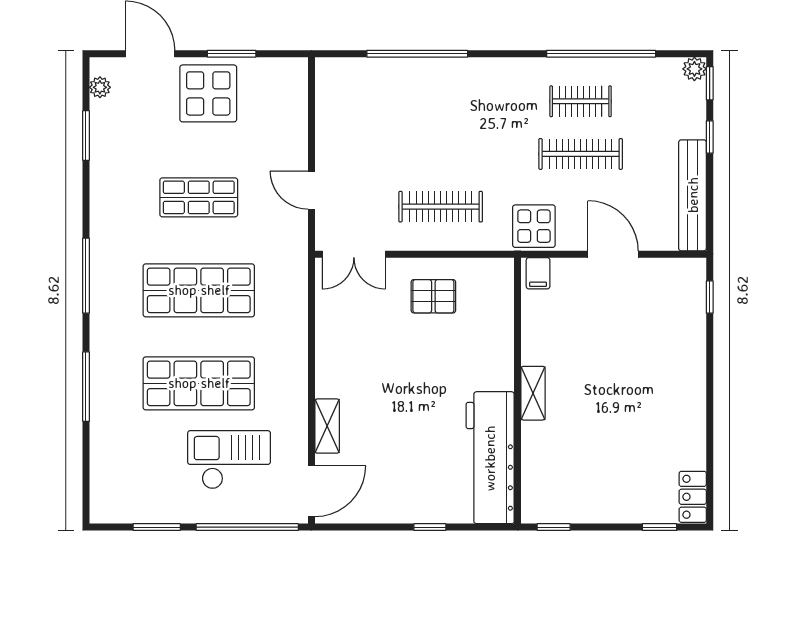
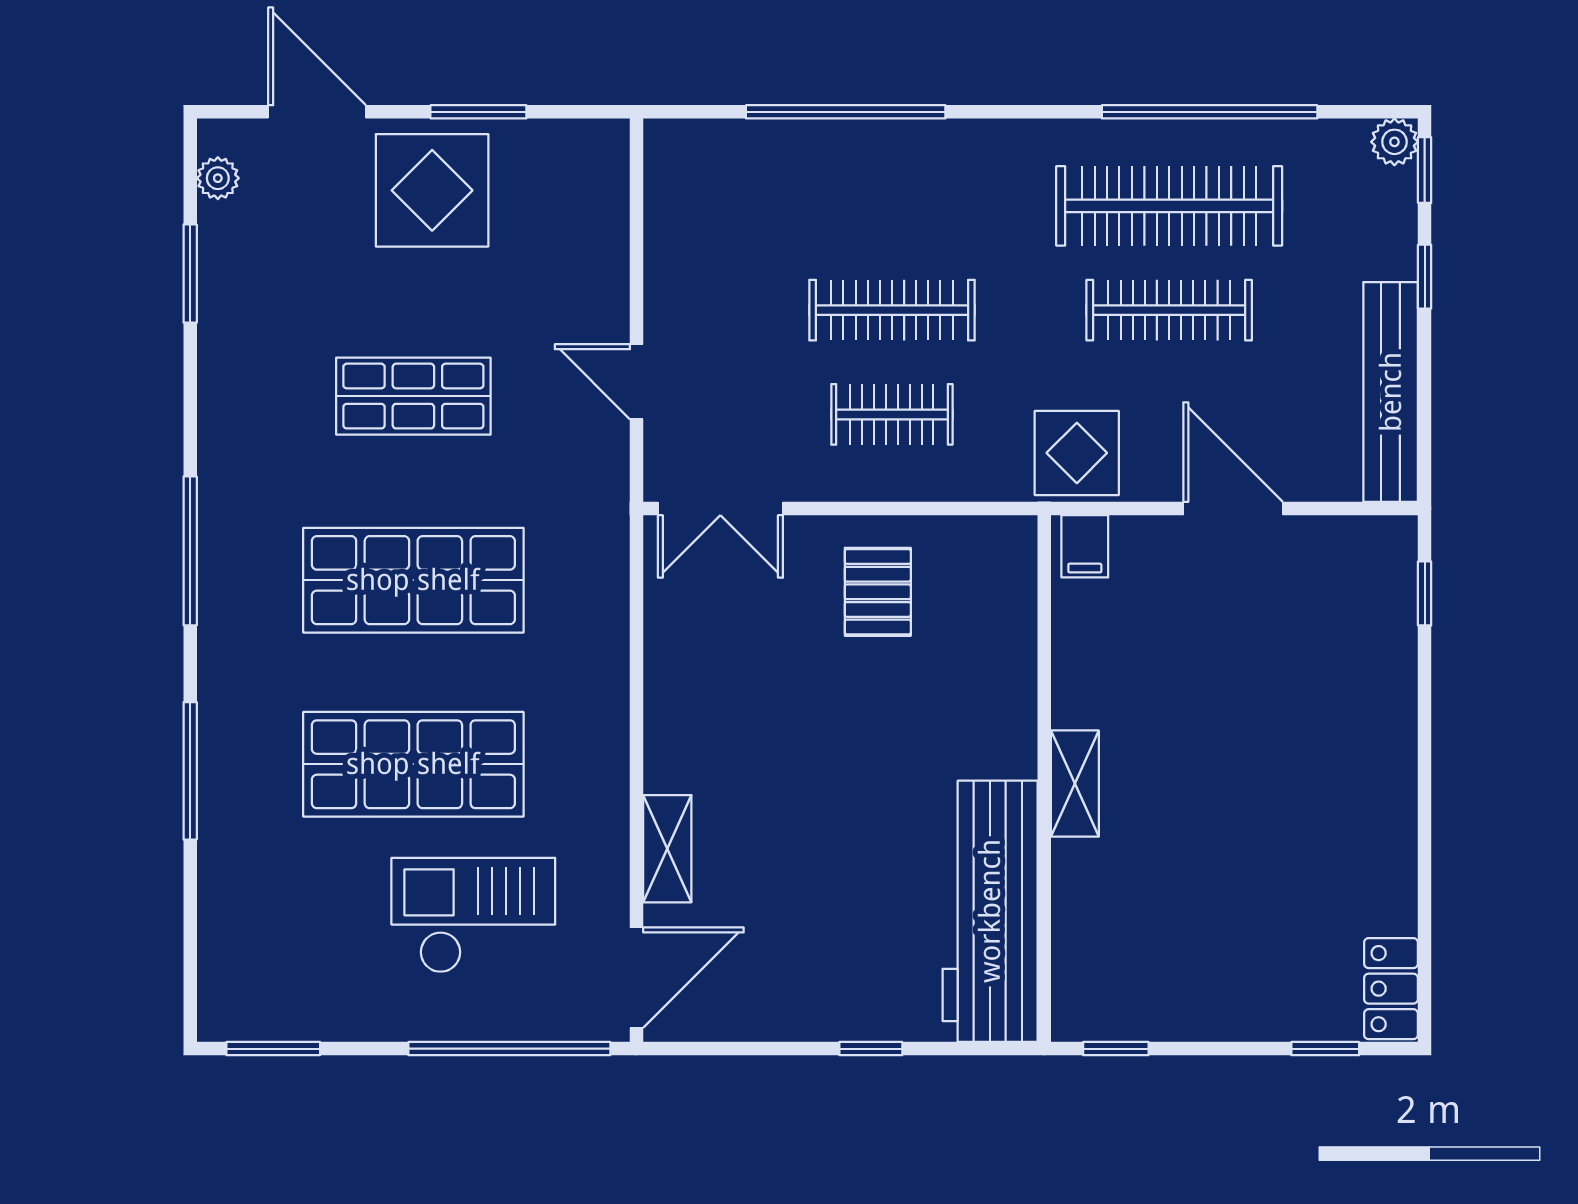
clothes rail: (581, 101) -> (1169, 206), width x1.86, depth x1.31
clothes rail: (441, 154) -> (892, 310), added
clothes rail: (441, 207) -> (892, 414), width x0.73
pallet: (433, 296) -> (878, 592), turned 90
window: (157, 527) -> (273, 1049), moved

